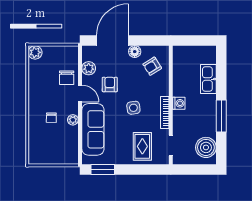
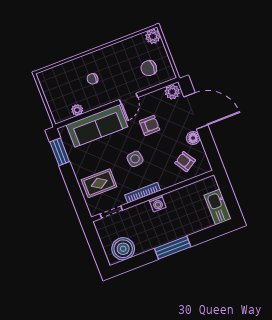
plant: (89, 68) -> (172, 92), moved
chair: (67, 78) -> (149, 68), moved
kitchen sink: (208, 79) -> (218, 207), moved, turned -90
window: (221, 116) -> (173, 248), moved
plant: (73, 120) -> (77, 110), moved

